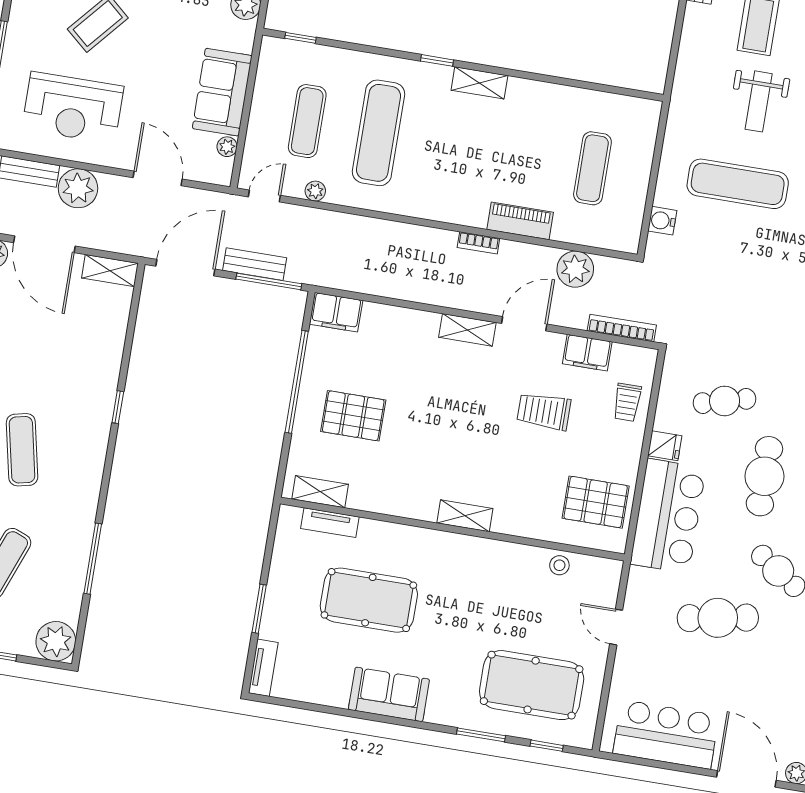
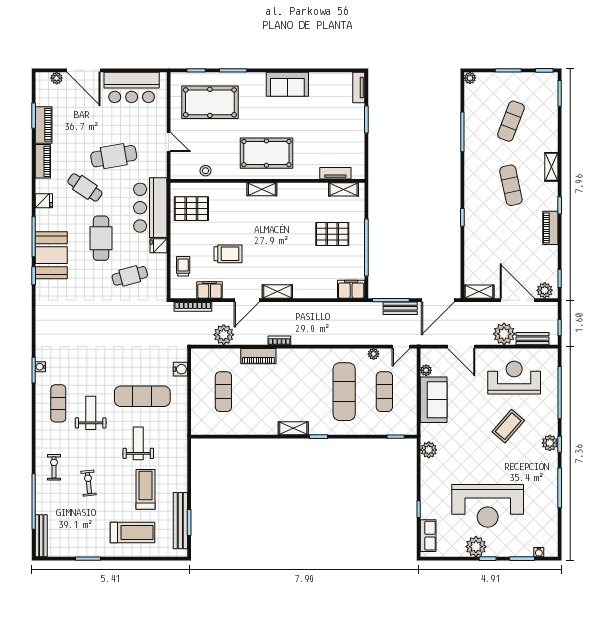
pool table: (369, 600) -> (266, 153), moved
plant: (56, 641) -> (470, 78), width x0.53, depth x0.53

